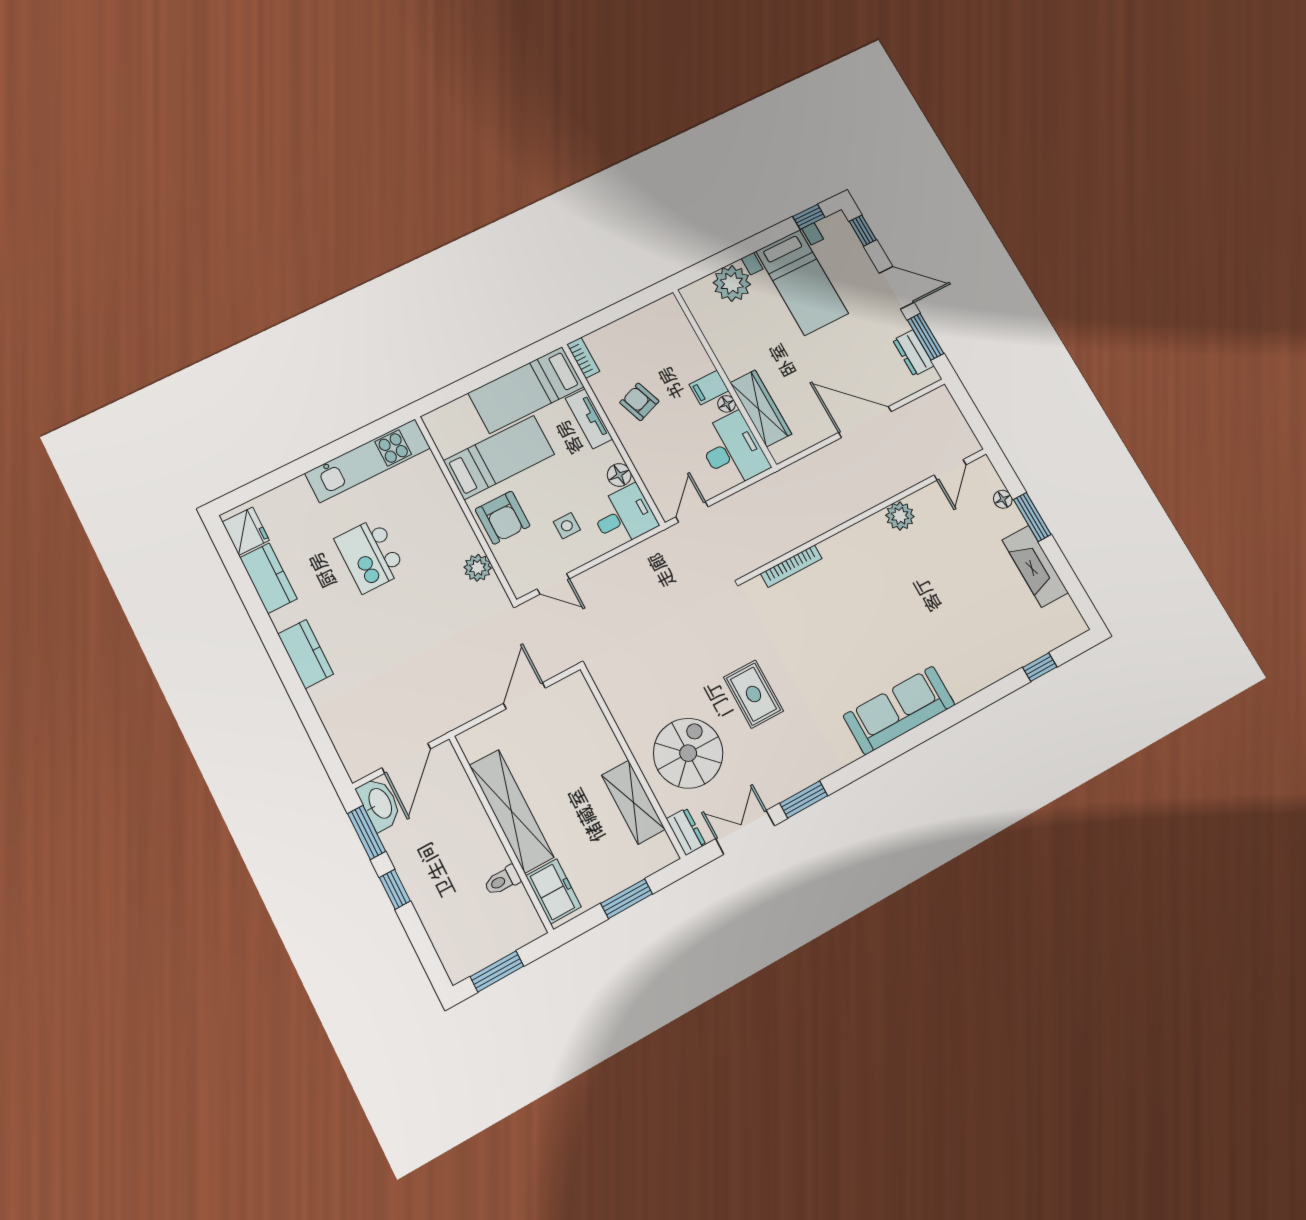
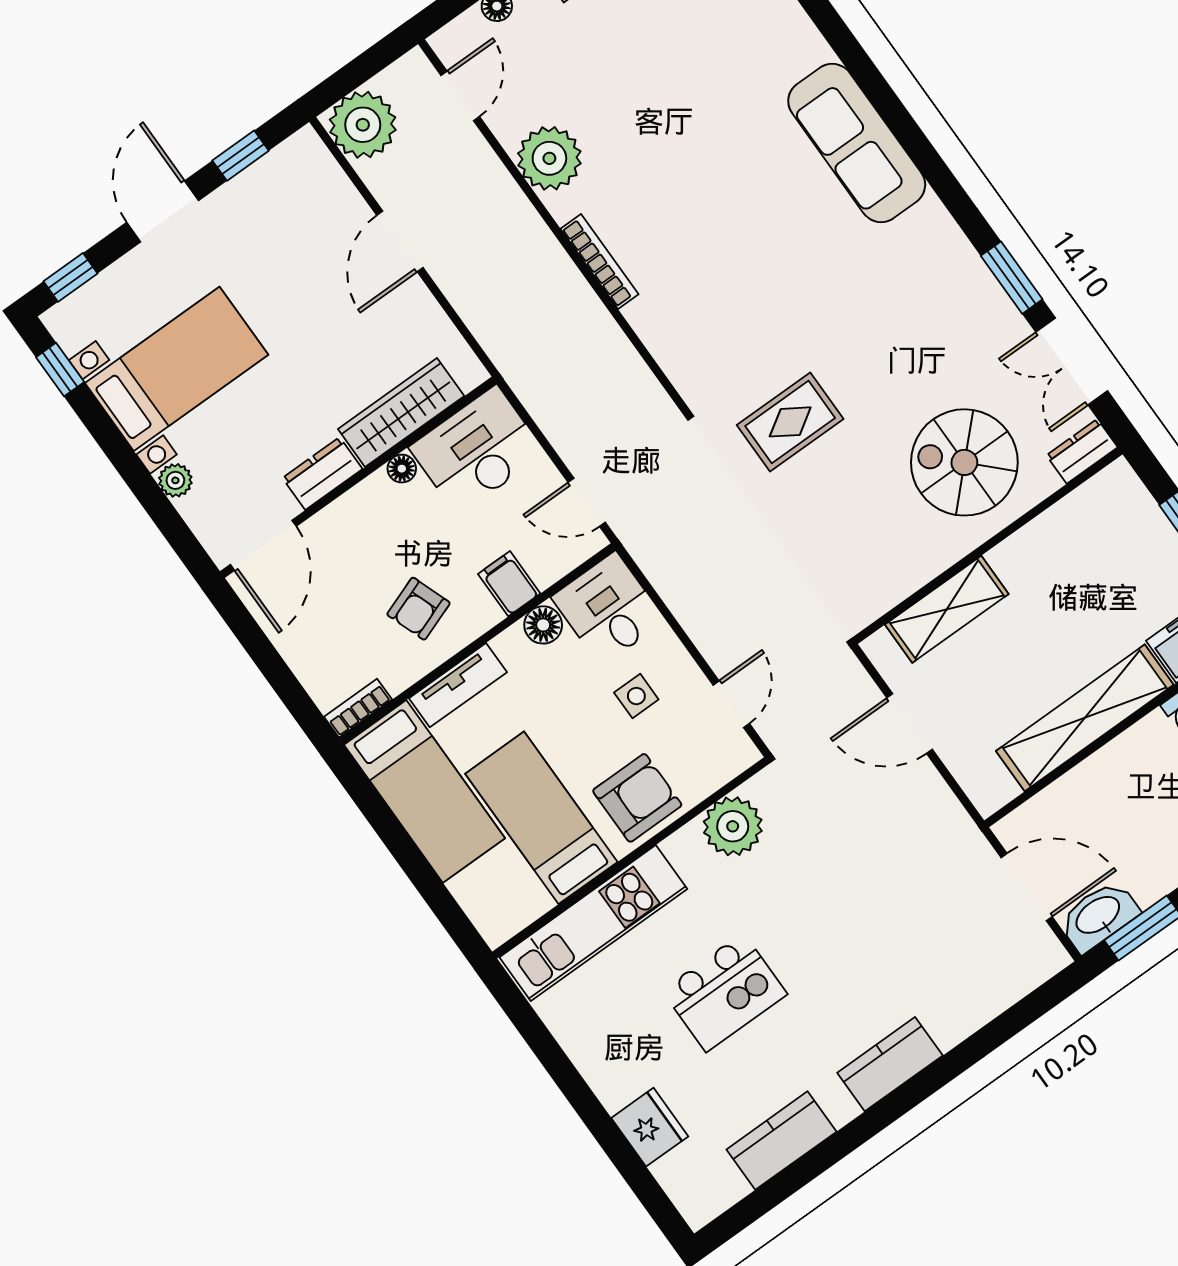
plant: (732, 283) -> (175, 480), width x0.53, depth x0.53
door: (690, 317) -> (263, 545), added
window: (926, 337) -> (241, 156), width x0.67
dresser: (913, 353) -> (322, 474), moved, turned 180
filing cabinet: (709, 388) -> (509, 584), moved, turned 180
plant: (938, 410) -> (363, 125), added
door: (865, 422) -> (400, 241), width x0.73
kitchen unit: (368, 461) -> (593, 923), moved, turned 90
door: (950, 470) -> (460, 96), hinge flipped
plant: (900, 516) -> (549, 158), width x1.36, depth x1.36
fridge: (246, 531) -> (650, 1127), moved, turned 90
bookcase: (791, 566) -> (599, 261), moved
plant: (478, 568) -> (733, 826), width x1.36, depth x1.36
rug: (753, 694) -> (790, 422), moved
shelving: (633, 802) -> (947, 609), moved

